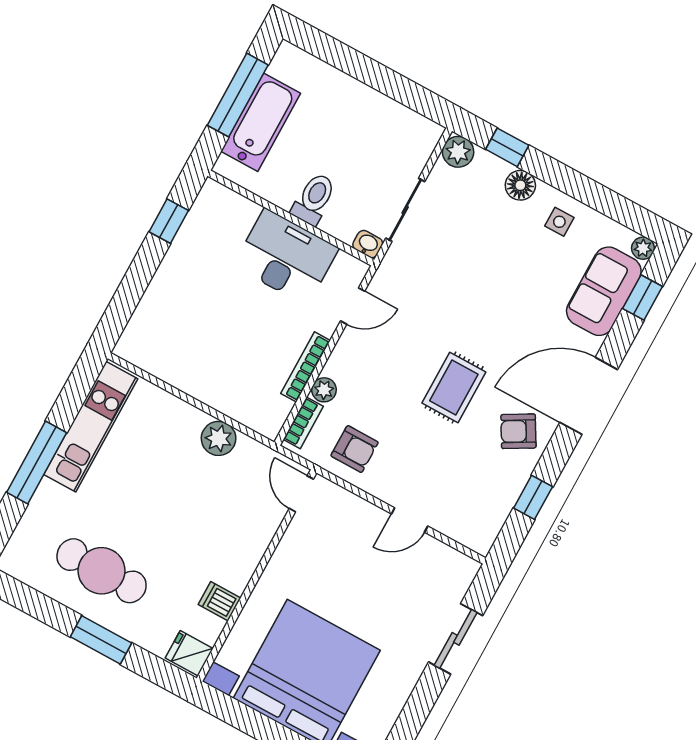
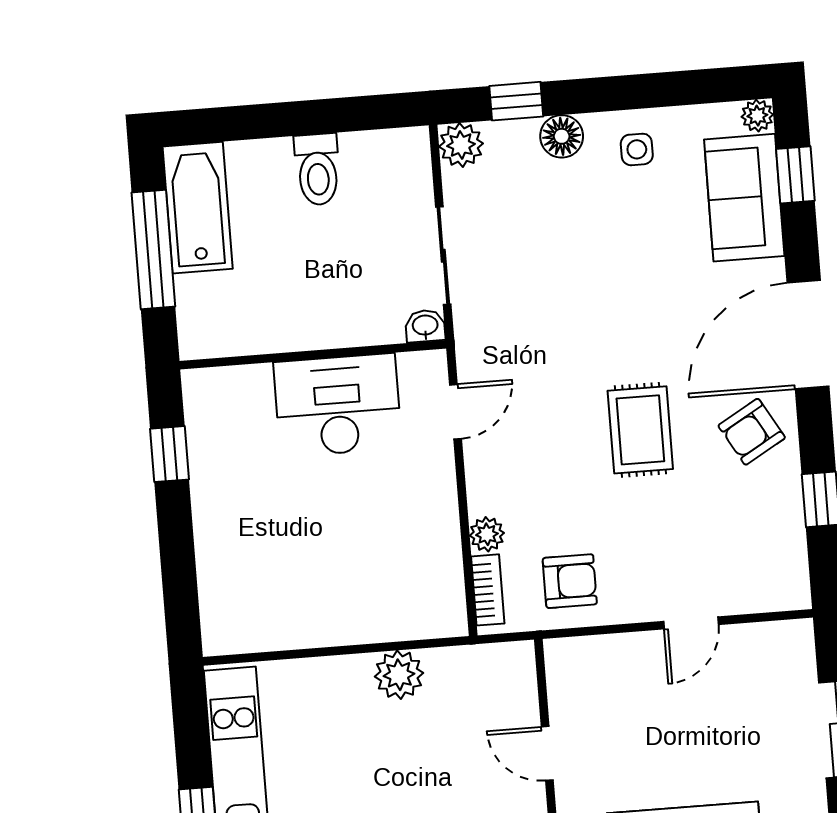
bathtub: (261, 122) -> (198, 208), moved
toilet: (314, 199) -> (318, 169), moved, turned 180
bookcase: (305, 367) -> (447, 521), removed
door: (301, 494) -> (547, 753), moved

